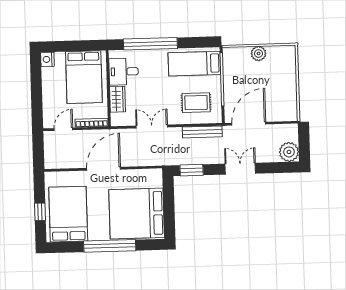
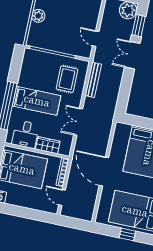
bed: (194, 64) -> (37, 101), moved, turned -90
door: (249, 124) -> (96, 39), width x0.53
window: (192, 170) -> (139, 26), moved

